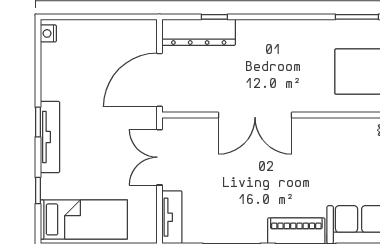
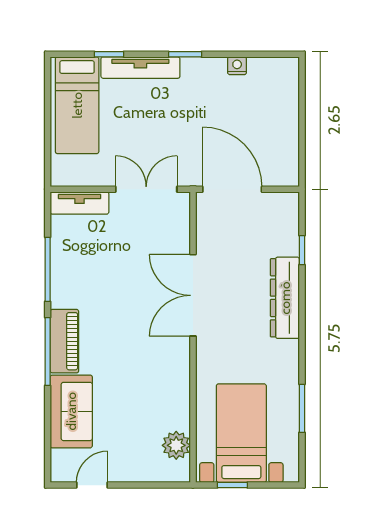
dresser: (199, 32) -> (285, 298), moved
nightstand: (48, 33) -> (237, 66), moved
tv unit: (50, 137) -> (140, 68), moved

